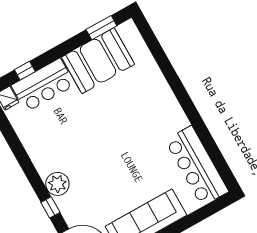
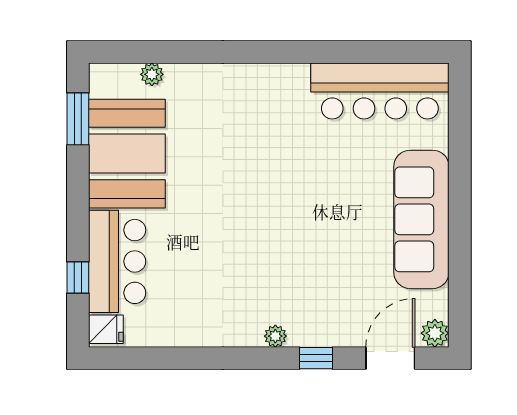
plant: (143, 51) -> (152, 74), added
plant: (57, 184) -> (275, 336), width x0.53, depth x0.53

